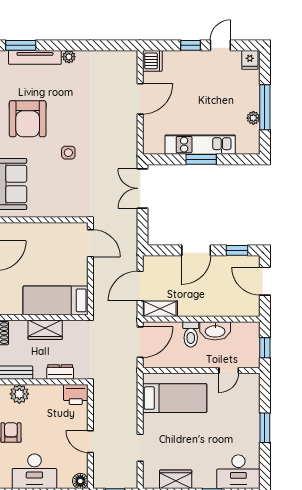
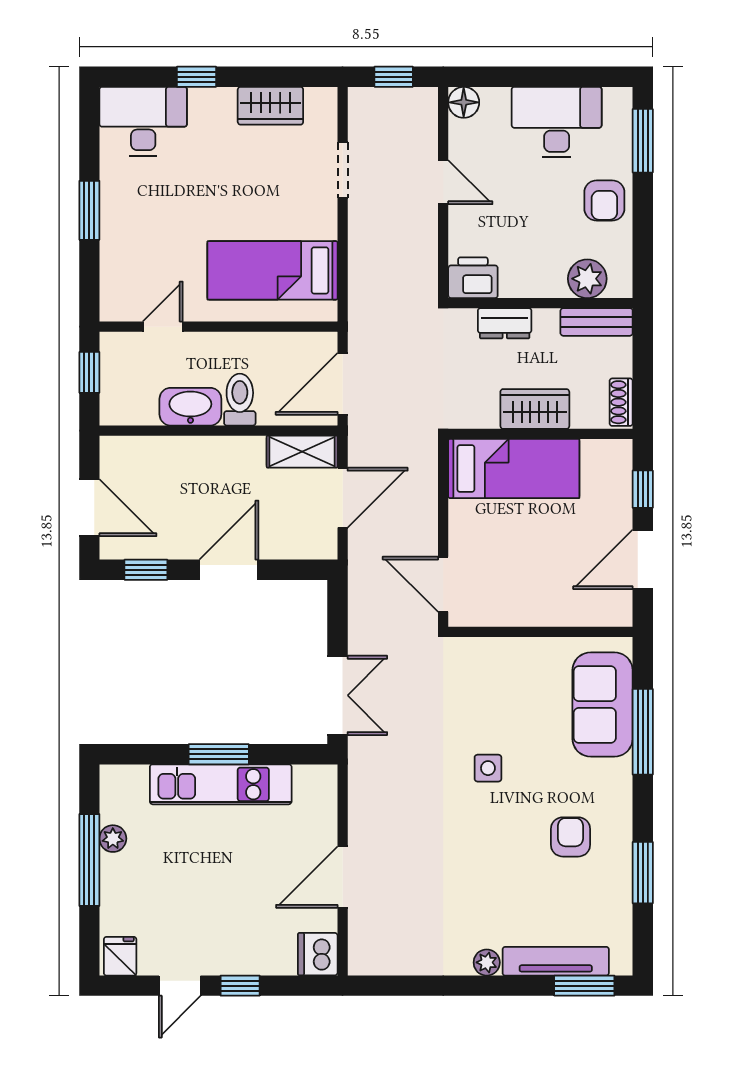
armchair: (28, 119) -> (570, 837), width x0.53, depth x0.53

